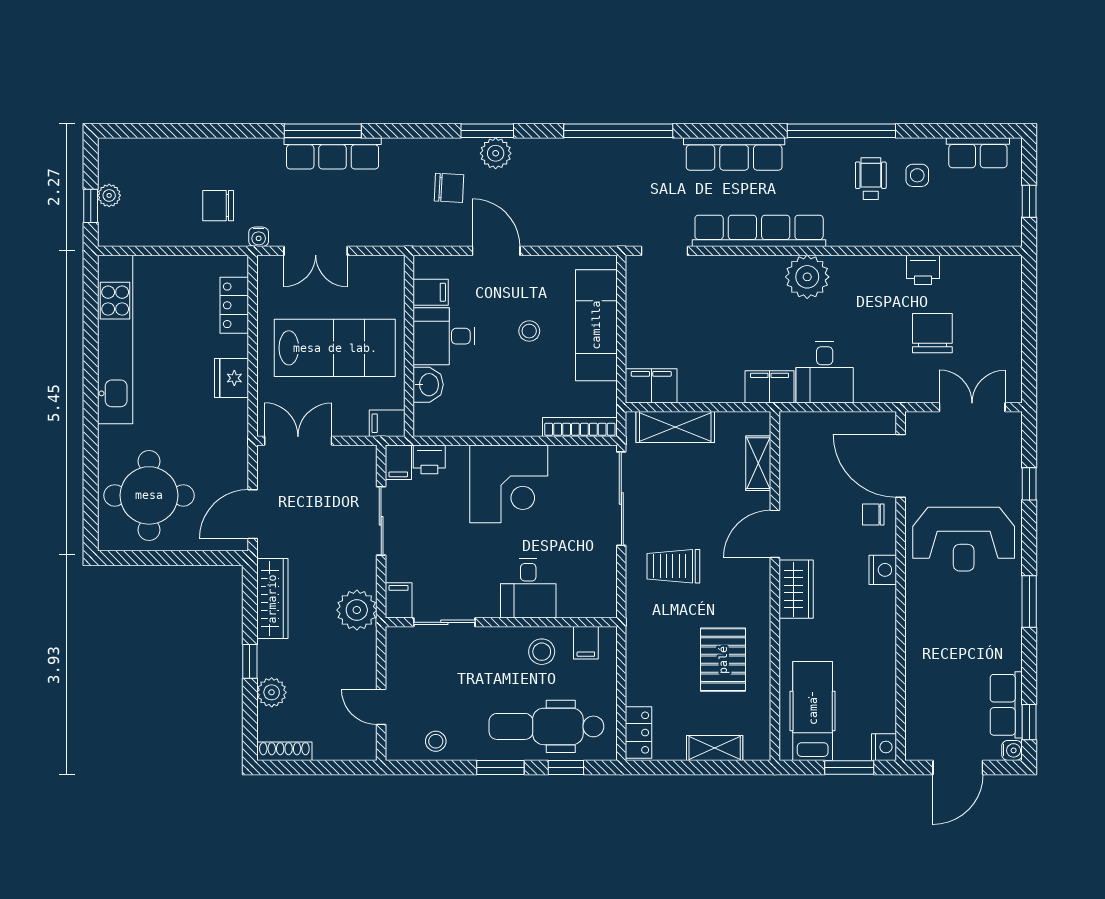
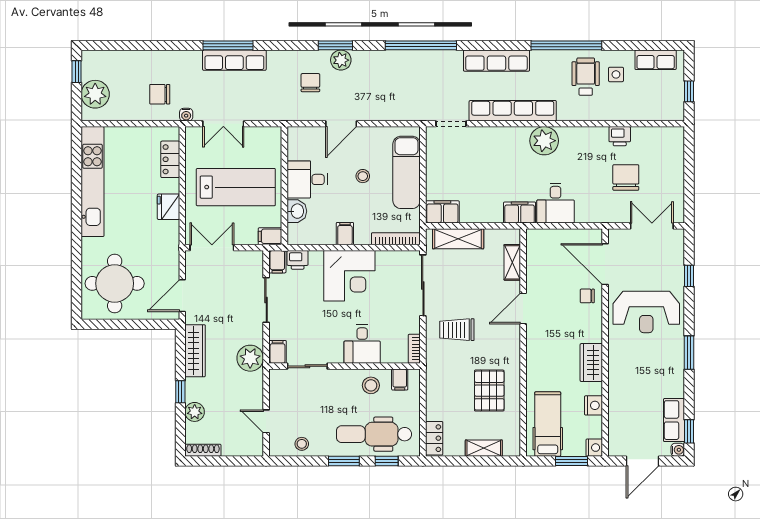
wheelchair: (871, 179) -> (586, 77), width x1.36, depth x1.37
chair: (449, 188) -> (310, 83), turned -93
plant: (109, 195) -> (95, 94), width x1.87, depth x1.87
window: (91, 206) -> (77, 72), moved
door: (496, 251) -> (341, 124), swing flipped
filing cabinet: (431, 292) -> (345, 234), moved, turned -90
nightstand: (883, 570) -> (593, 405), moved
wardrobe: (796, 589) -> (591, 363), moved, turned 180
bookcase: (608, 596) -> (414, 349), added

